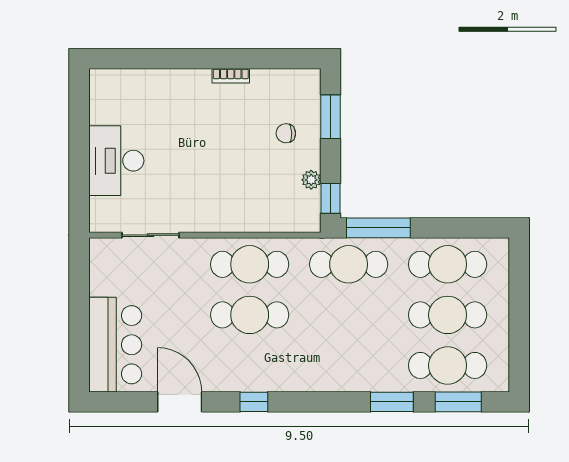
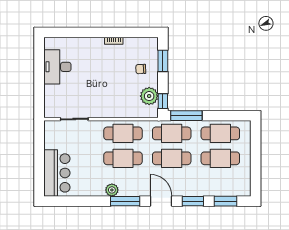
desk: (116, 161) -> (57, 67), moved
plant: (311, 180) -> (149, 96), width x1.88, depth x1.88
cafe table: (448, 365) -> (172, 158), moved
plant: (227, 379) -> (112, 190), added
door: (180, 402) -> (161, 201), moved
window: (254, 402) -> (125, 201), width x2.17

